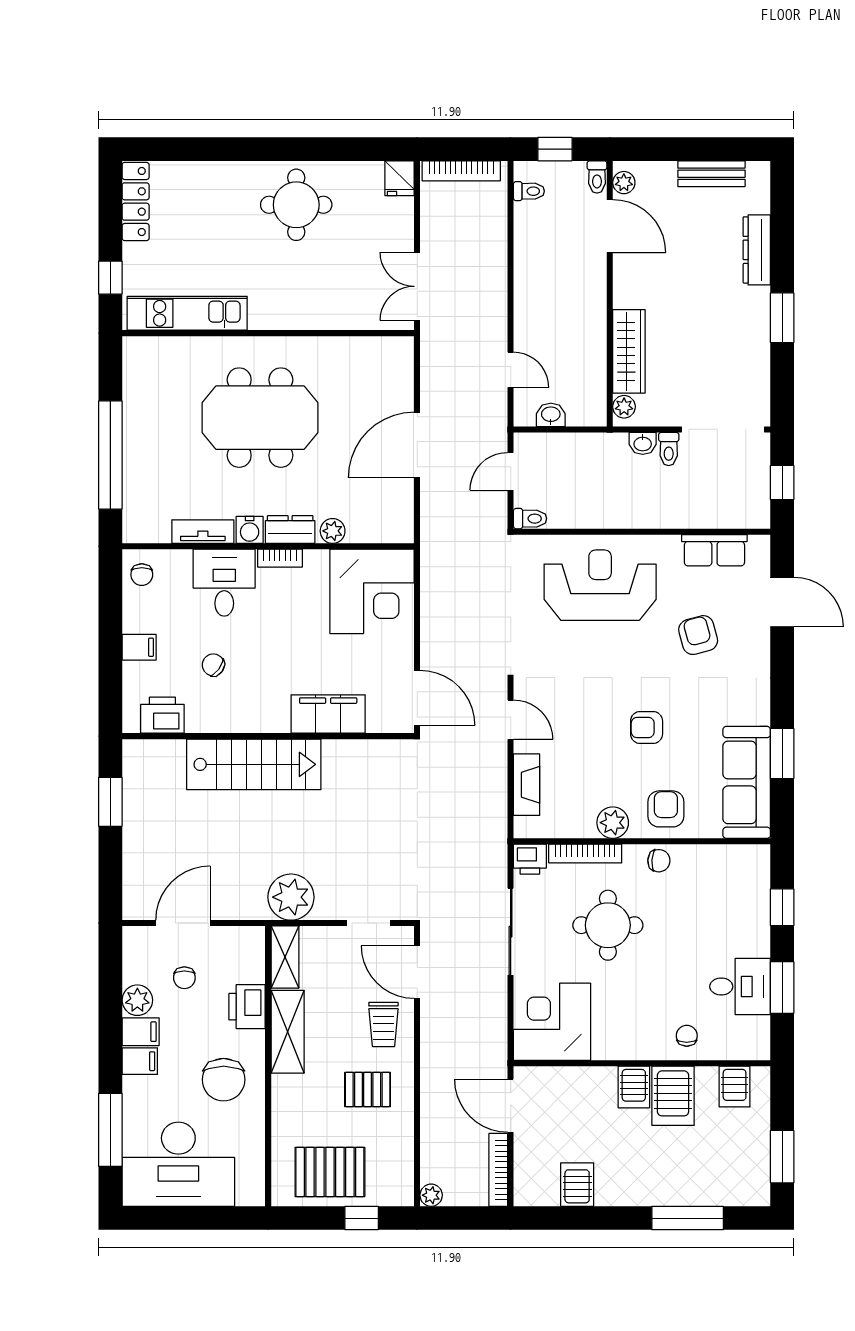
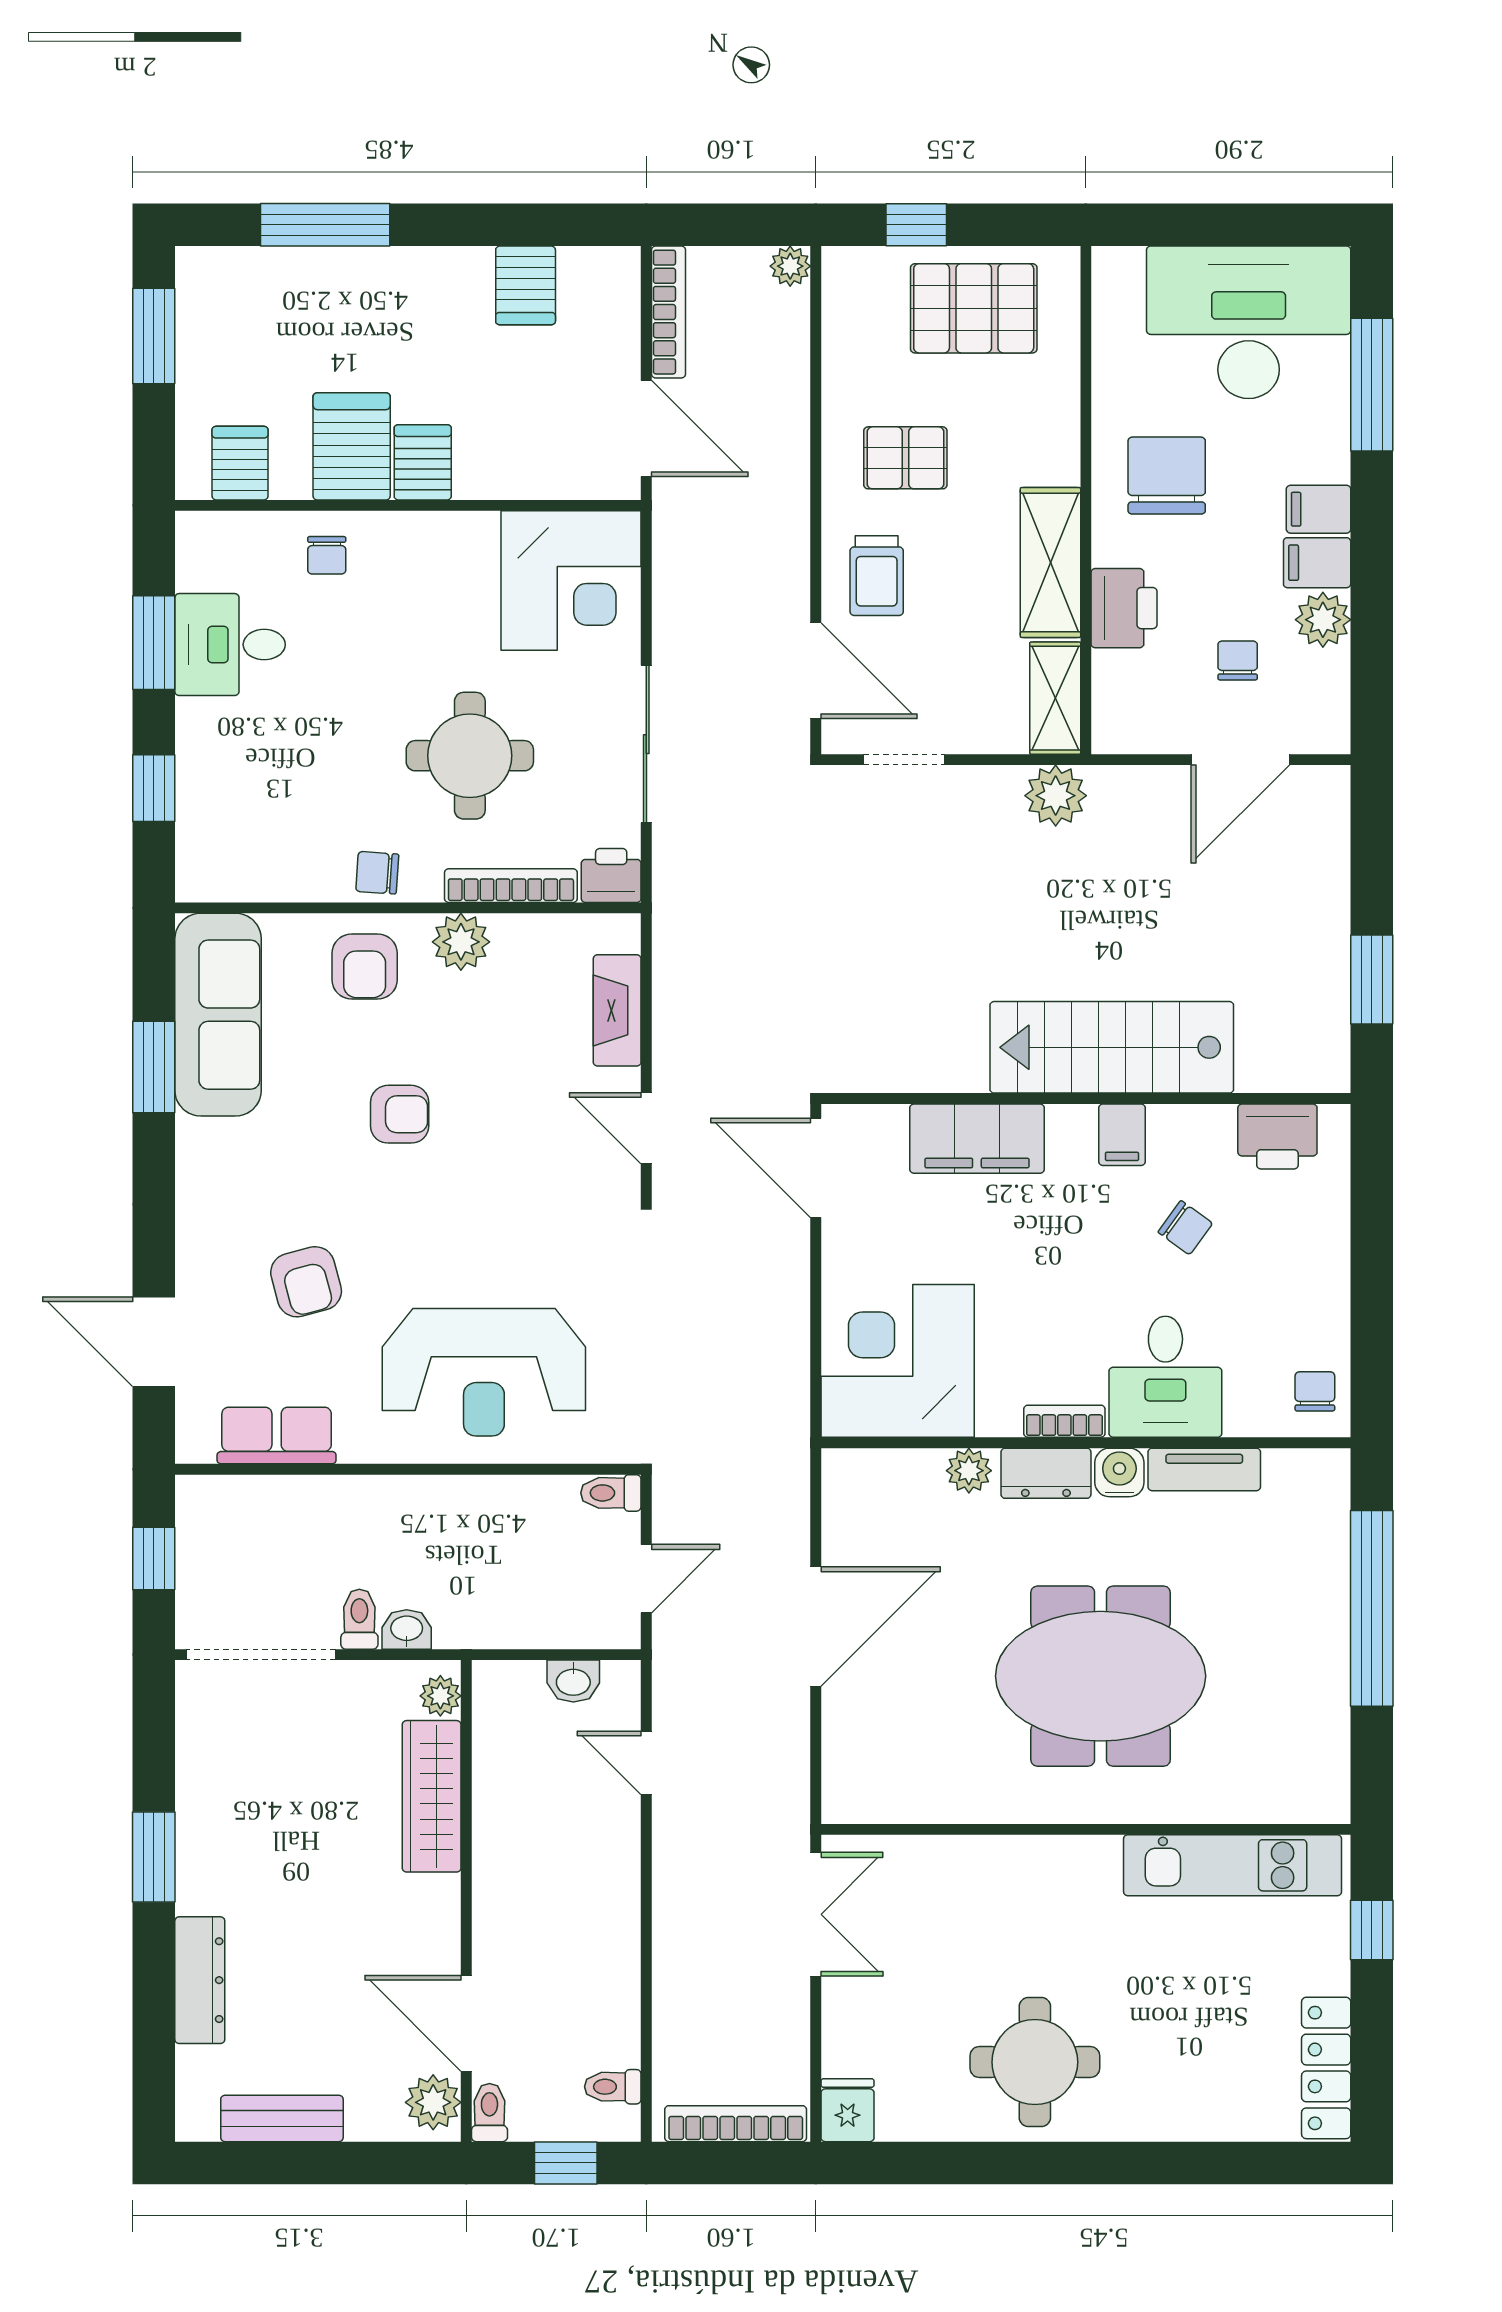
plant: (624, 183) -> (433, 2102), width x1.38, depth x1.38
filing cabinet: (139, 647) -> (1122, 1135), moved, turned -90
plant: (291, 897) -> (1056, 796), width x0.73, depth x0.73
trolley: (383, 1025) -> (877, 576), turned 180

